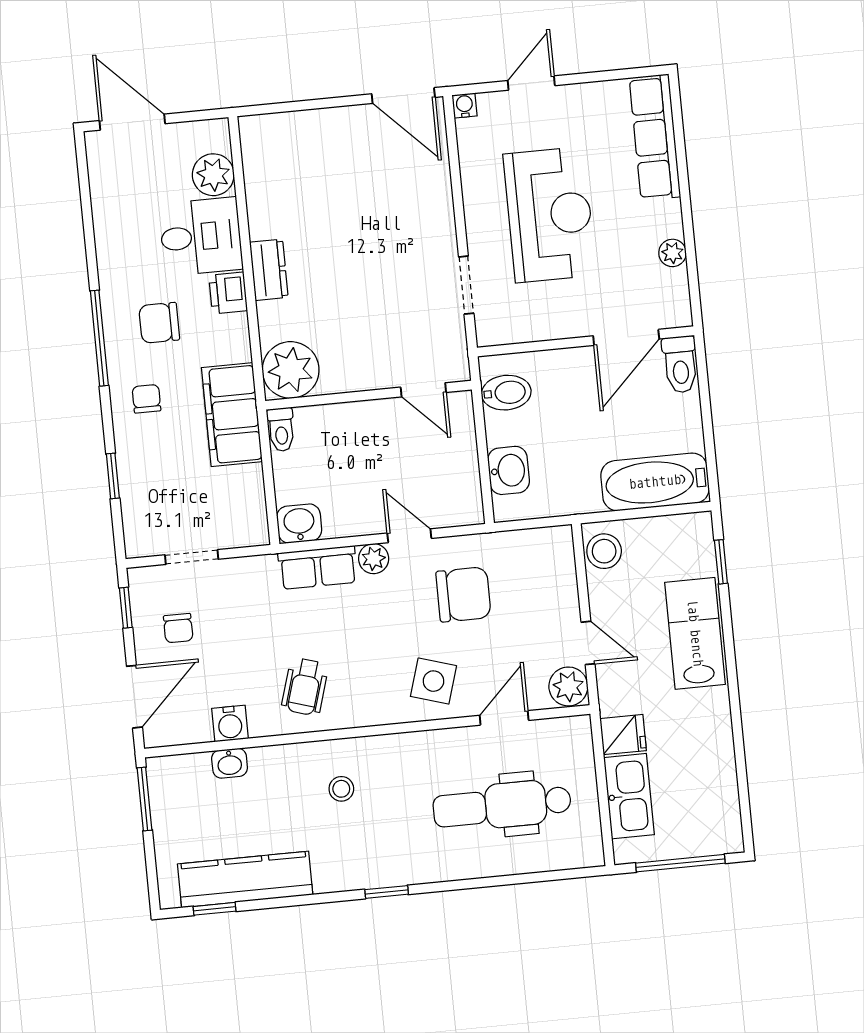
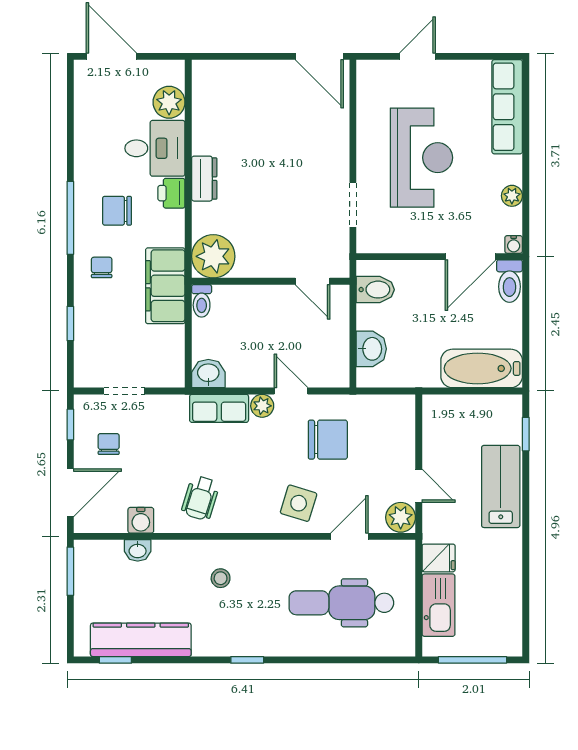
water cooler: (465, 106) -> (514, 244), moved, turned 180
stool: (604, 551) -> (438, 417), removed
chair: (178, 628) -> (109, 444), turned 180

